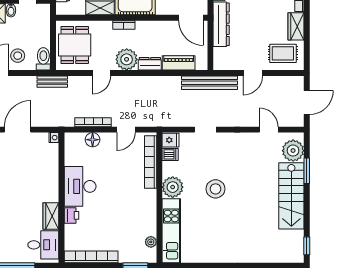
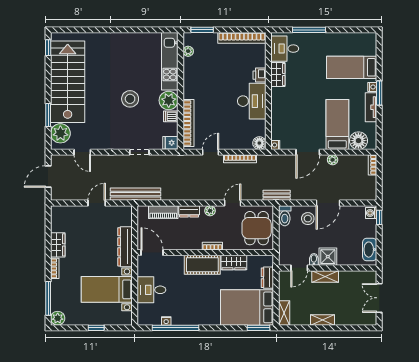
rug: (283, 53) -> (69, 221), removed
plant: (127, 59) -> (210, 211), width x0.53, depth x0.53
floor lamp: (93, 140) -> (259, 143), moved
dishwasher: (170, 154) -> (171, 116), moved
stairs: (291, 196) -> (68, 82), width x1.36, depth x1.51

